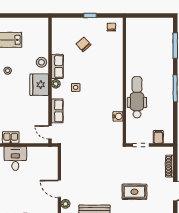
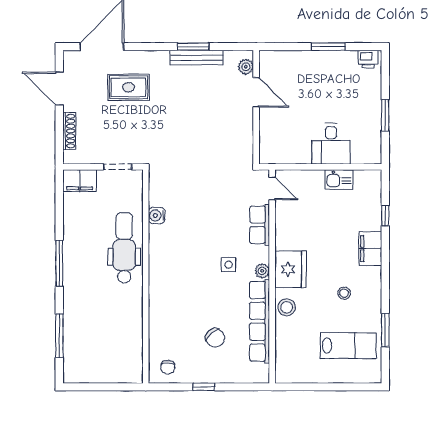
row of seats: (57, 66) -> (260, 321), width x2.02
dental chair: (137, 97) -> (124, 248), turned 180
filing cabinet: (158, 137) -> (80, 181), width x2.00

